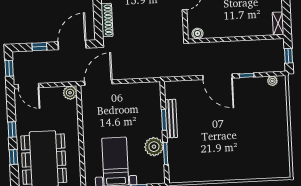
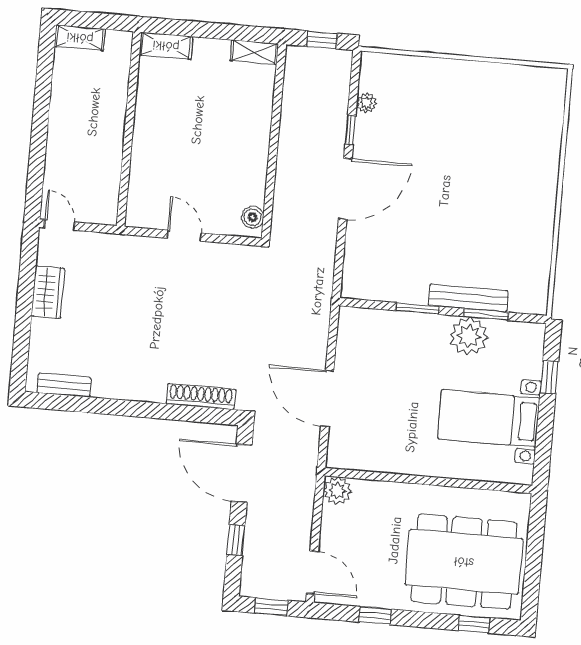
plant: (272, 81) -> (366, 103), moved
door: (98, 83) -> (327, 399), moved
door: (28, 86) -> (312, 573), hinge flipped
bench: (171, 119) -> (468, 298), moved
window: (12, 130) -> (375, 616), moved
window: (13, 157) -> (474, 624), moved

